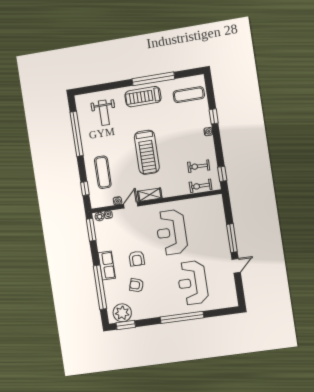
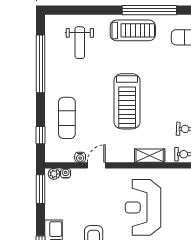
treadmill: (143, 97) -> (133, 30), turned 180
shelving: (150, 195) -> (150, 156), moved

